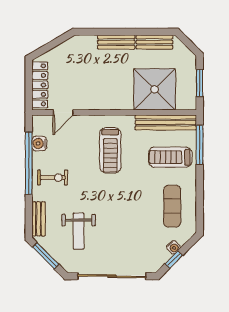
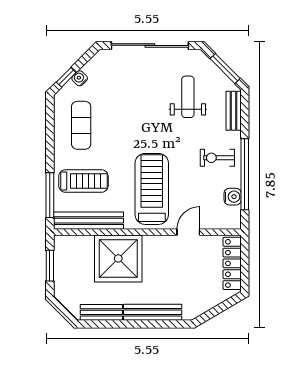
bench: (116, 42) -> (153, 312), width x1.36
shower: (155, 89) -> (118, 258), moved
door: (63, 112) -> (188, 232), moved
treadmill: (110, 150) -> (152, 189), width x1.37, depth x1.38
window: (174, 260) -> (66, 77), moved

